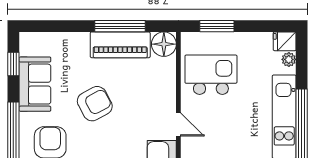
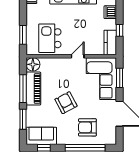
window: (65, 26) -> (23, 119), added
sofa: (35, 84) -> (41, 136), moved

